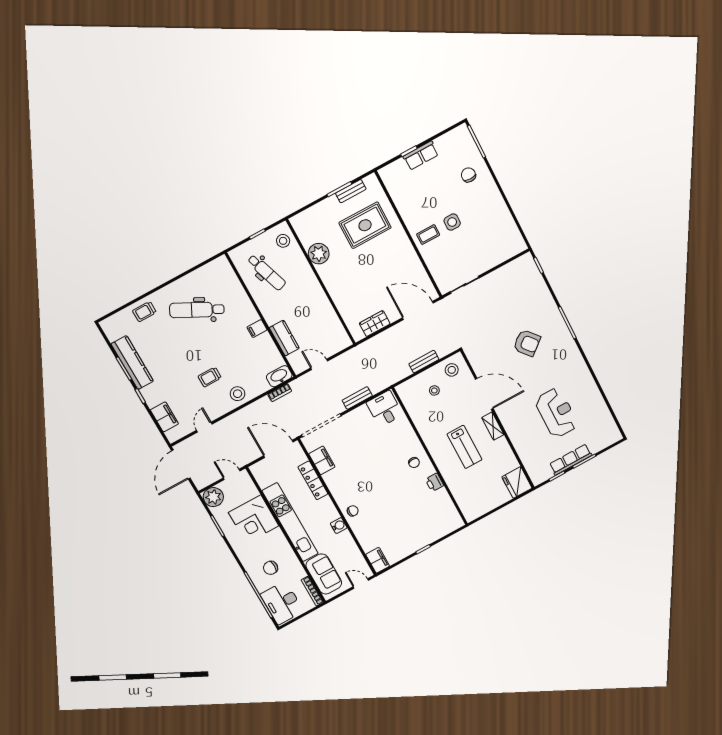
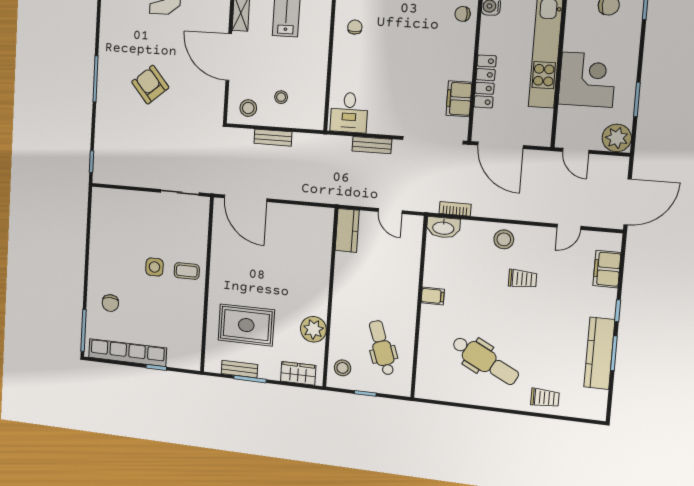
row of seats: (421, 156) -> (127, 353), width x2.02
wardrobe: (375, 324) -> (298, 373), moved, turned 180
kitchen counter: (284, 338) -> (347, 230), moved, turned 180

